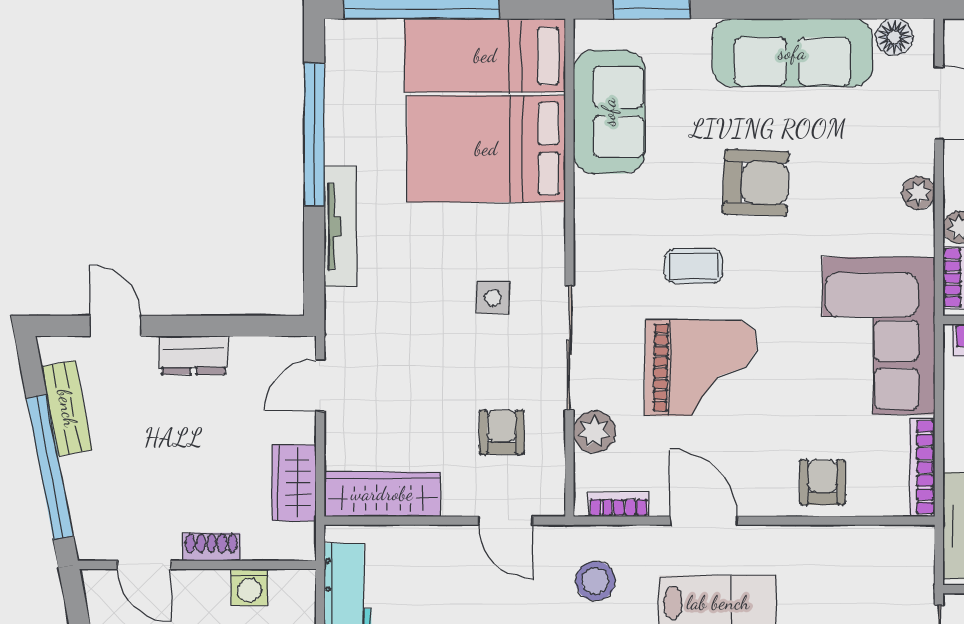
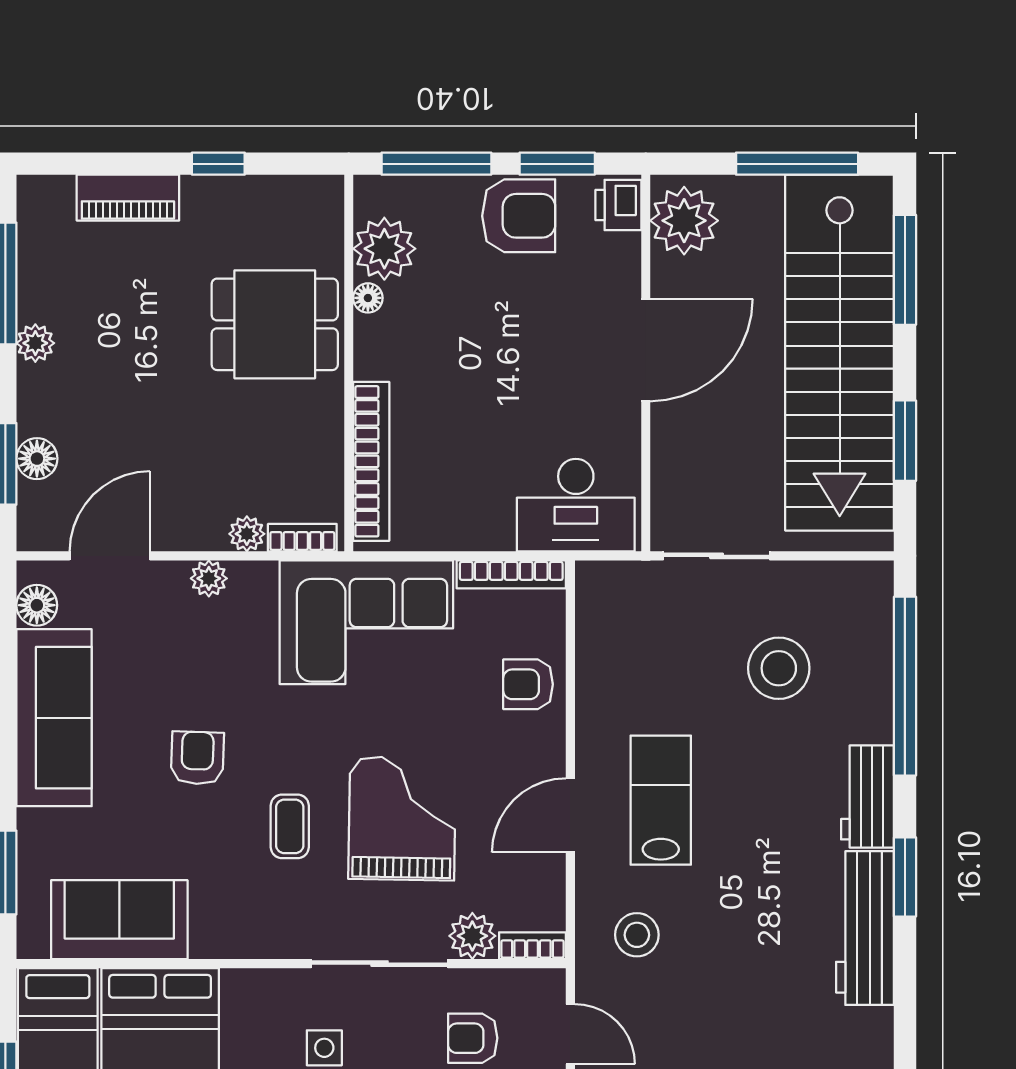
armchair: (756, 183) -> (197, 758), width x0.72, depth x0.72
bookcase: (619, 505) -> (532, 946), moved, turned 90
door: (505, 521) -> (570, 1034), hinge flipped

